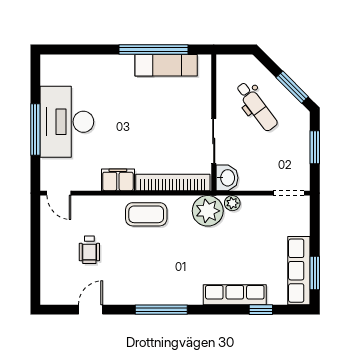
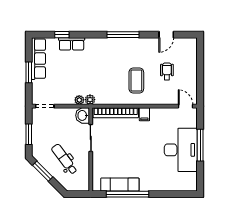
filing cabinet: (118, 180) -> (144, 114), width x0.50
plant: (208, 211) -> (90, 100), width x0.53, depth x0.53
coffee table: (146, 214) -> (136, 80), moved, turned 90
window: (315, 273) -> (29, 72), moved
row of seats: (235, 295) -> (72, 44), width x0.68

